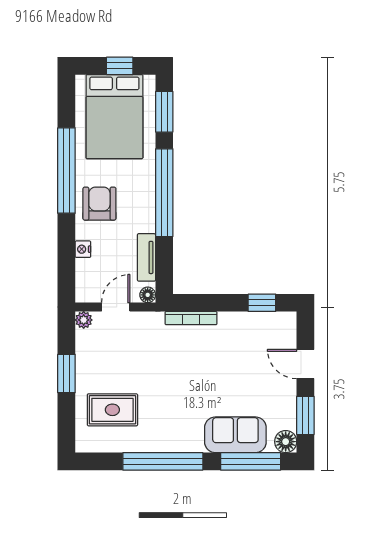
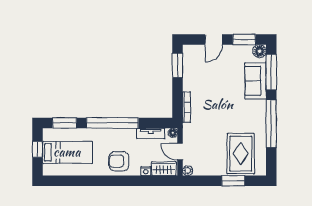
bed: (114, 117) -> (67, 152), width x0.67
window: (66, 170) -> (99, 181), removed
wardrobe: (87, 280) -> (164, 169), added
window: (262, 303) -> (177, 65), width x1.50
window: (66, 373) -> (233, 181), moved
rug: (112, 410) -> (241, 154), width x1.36, depth x1.43

